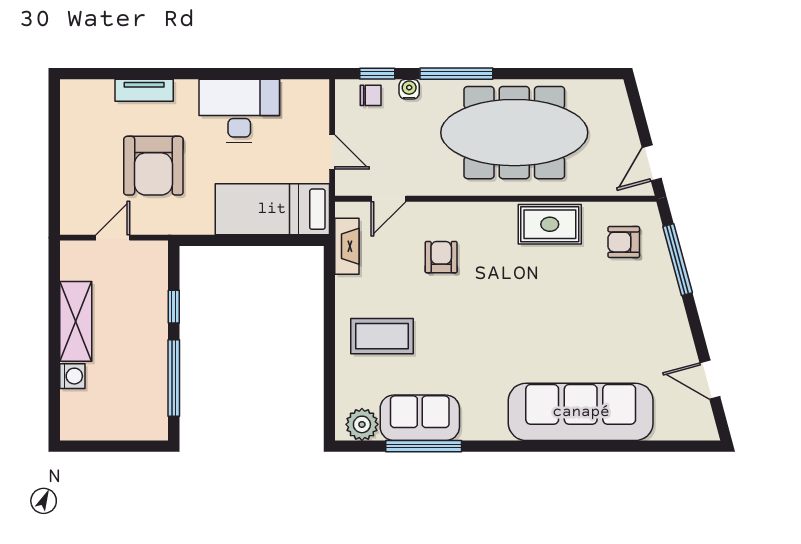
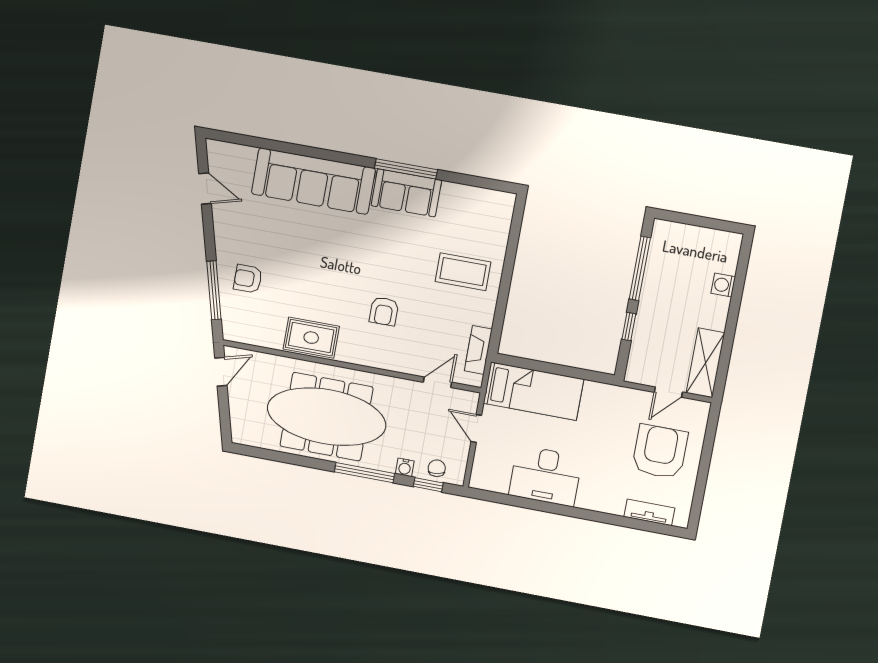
tv unit: (144, 90) -> (649, 512), moved
chair: (371, 95) -> (437, 468), turned 82
armchair: (153, 166) -> (660, 452), moved
armchair: (624, 242) -> (248, 279), moved, turned 180
armchair: (441, 257) -> (384, 311), moved
shelving: (76, 321) -> (705, 363), moved
sofa: (420, 418) -> (406, 193), moved
plant: (362, 424) -> (493, 203), removed
window: (424, 446) -> (406, 169), moved

